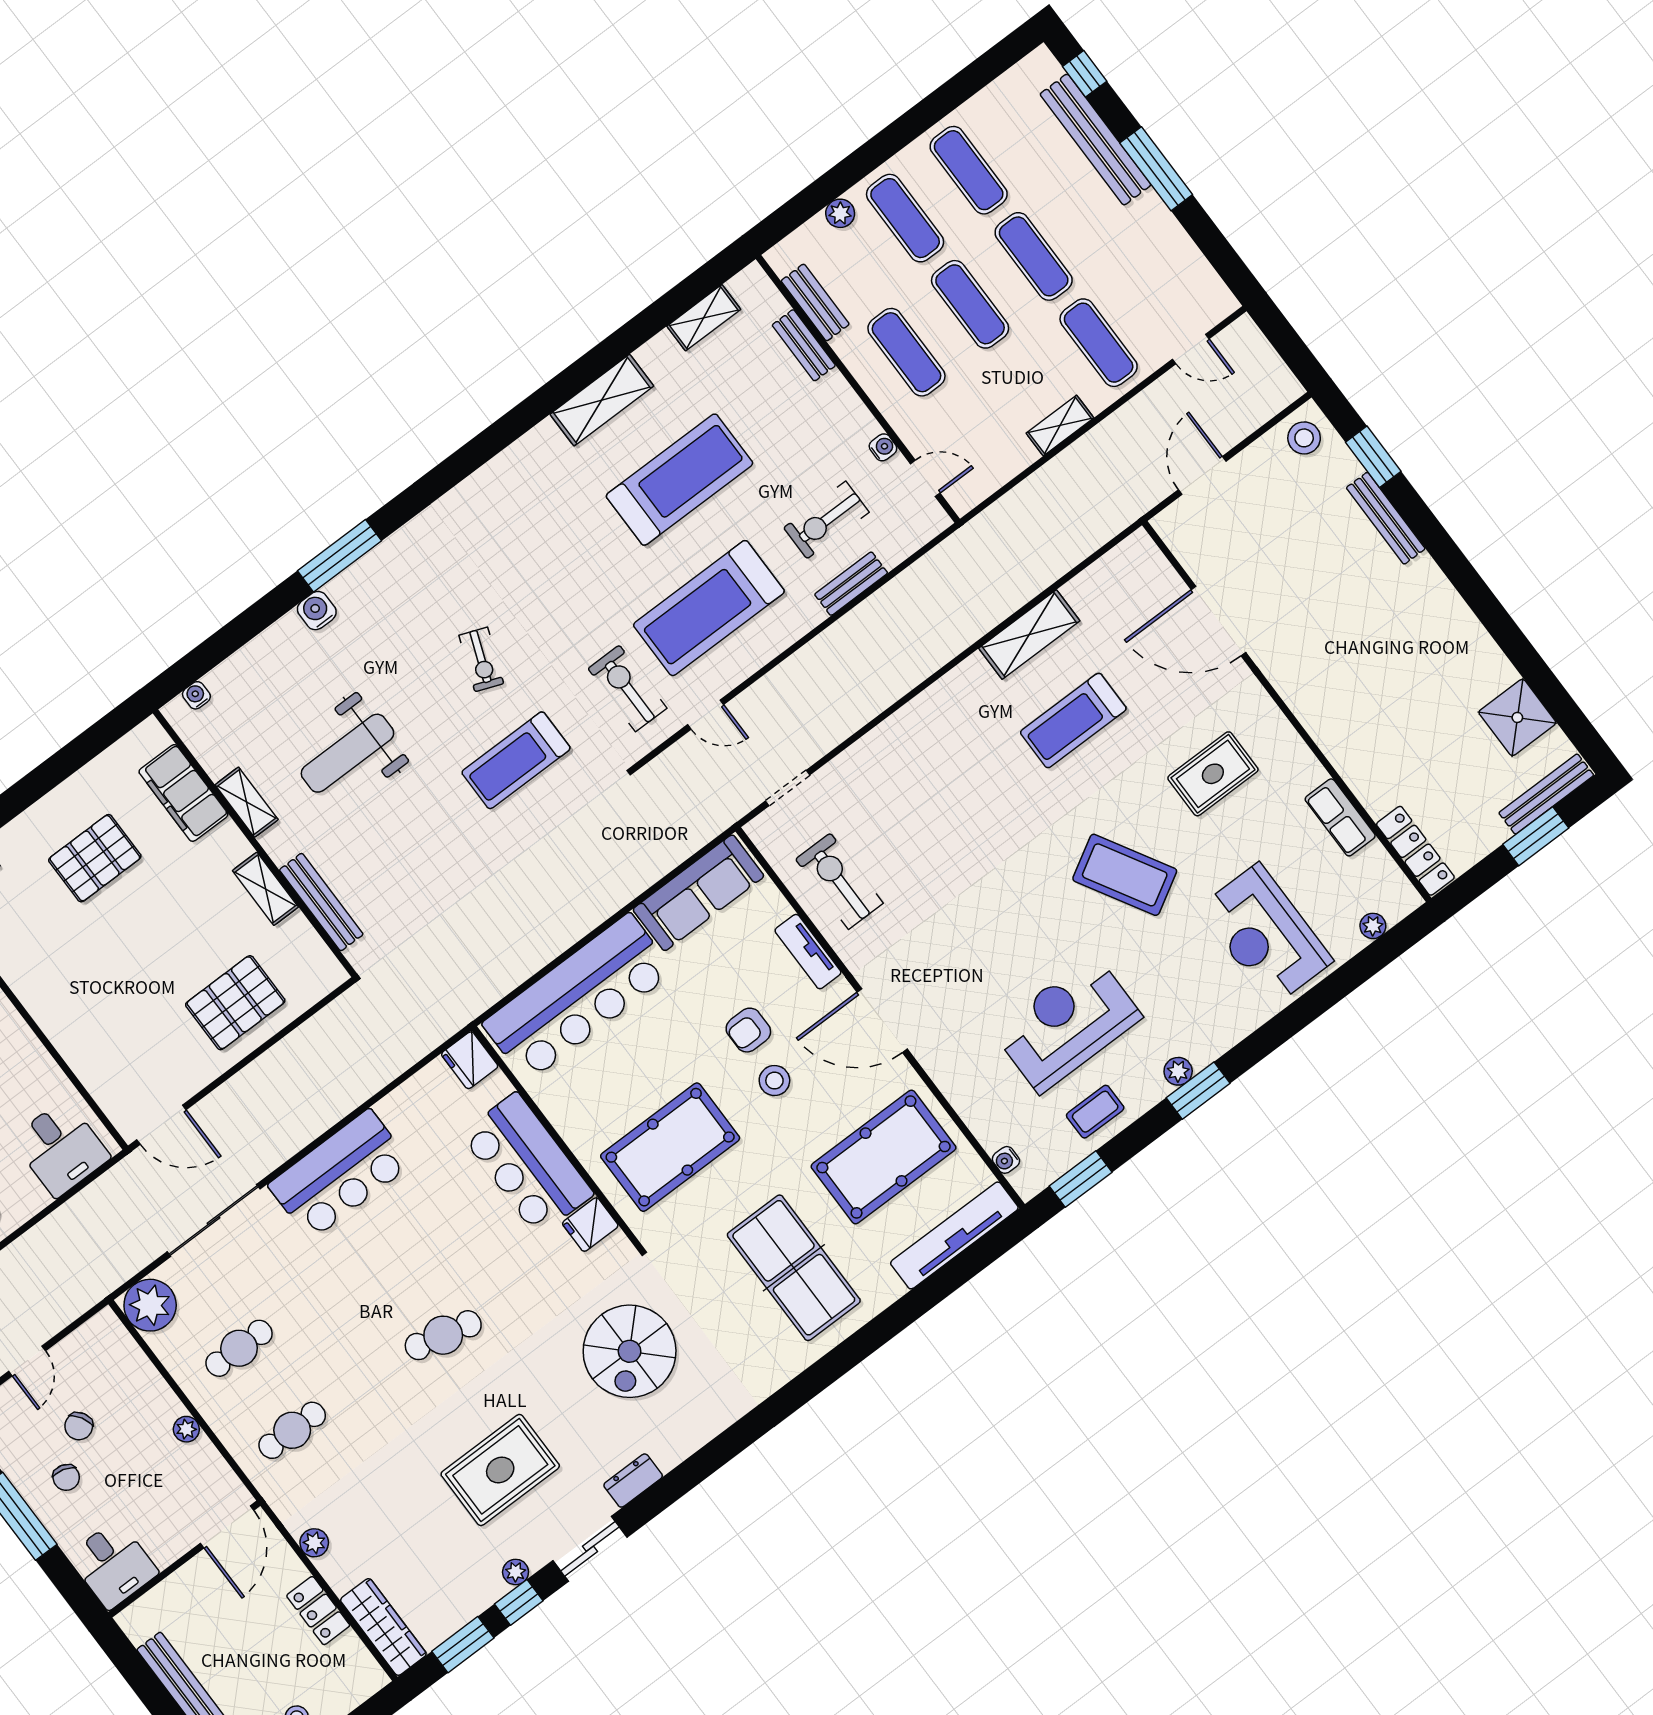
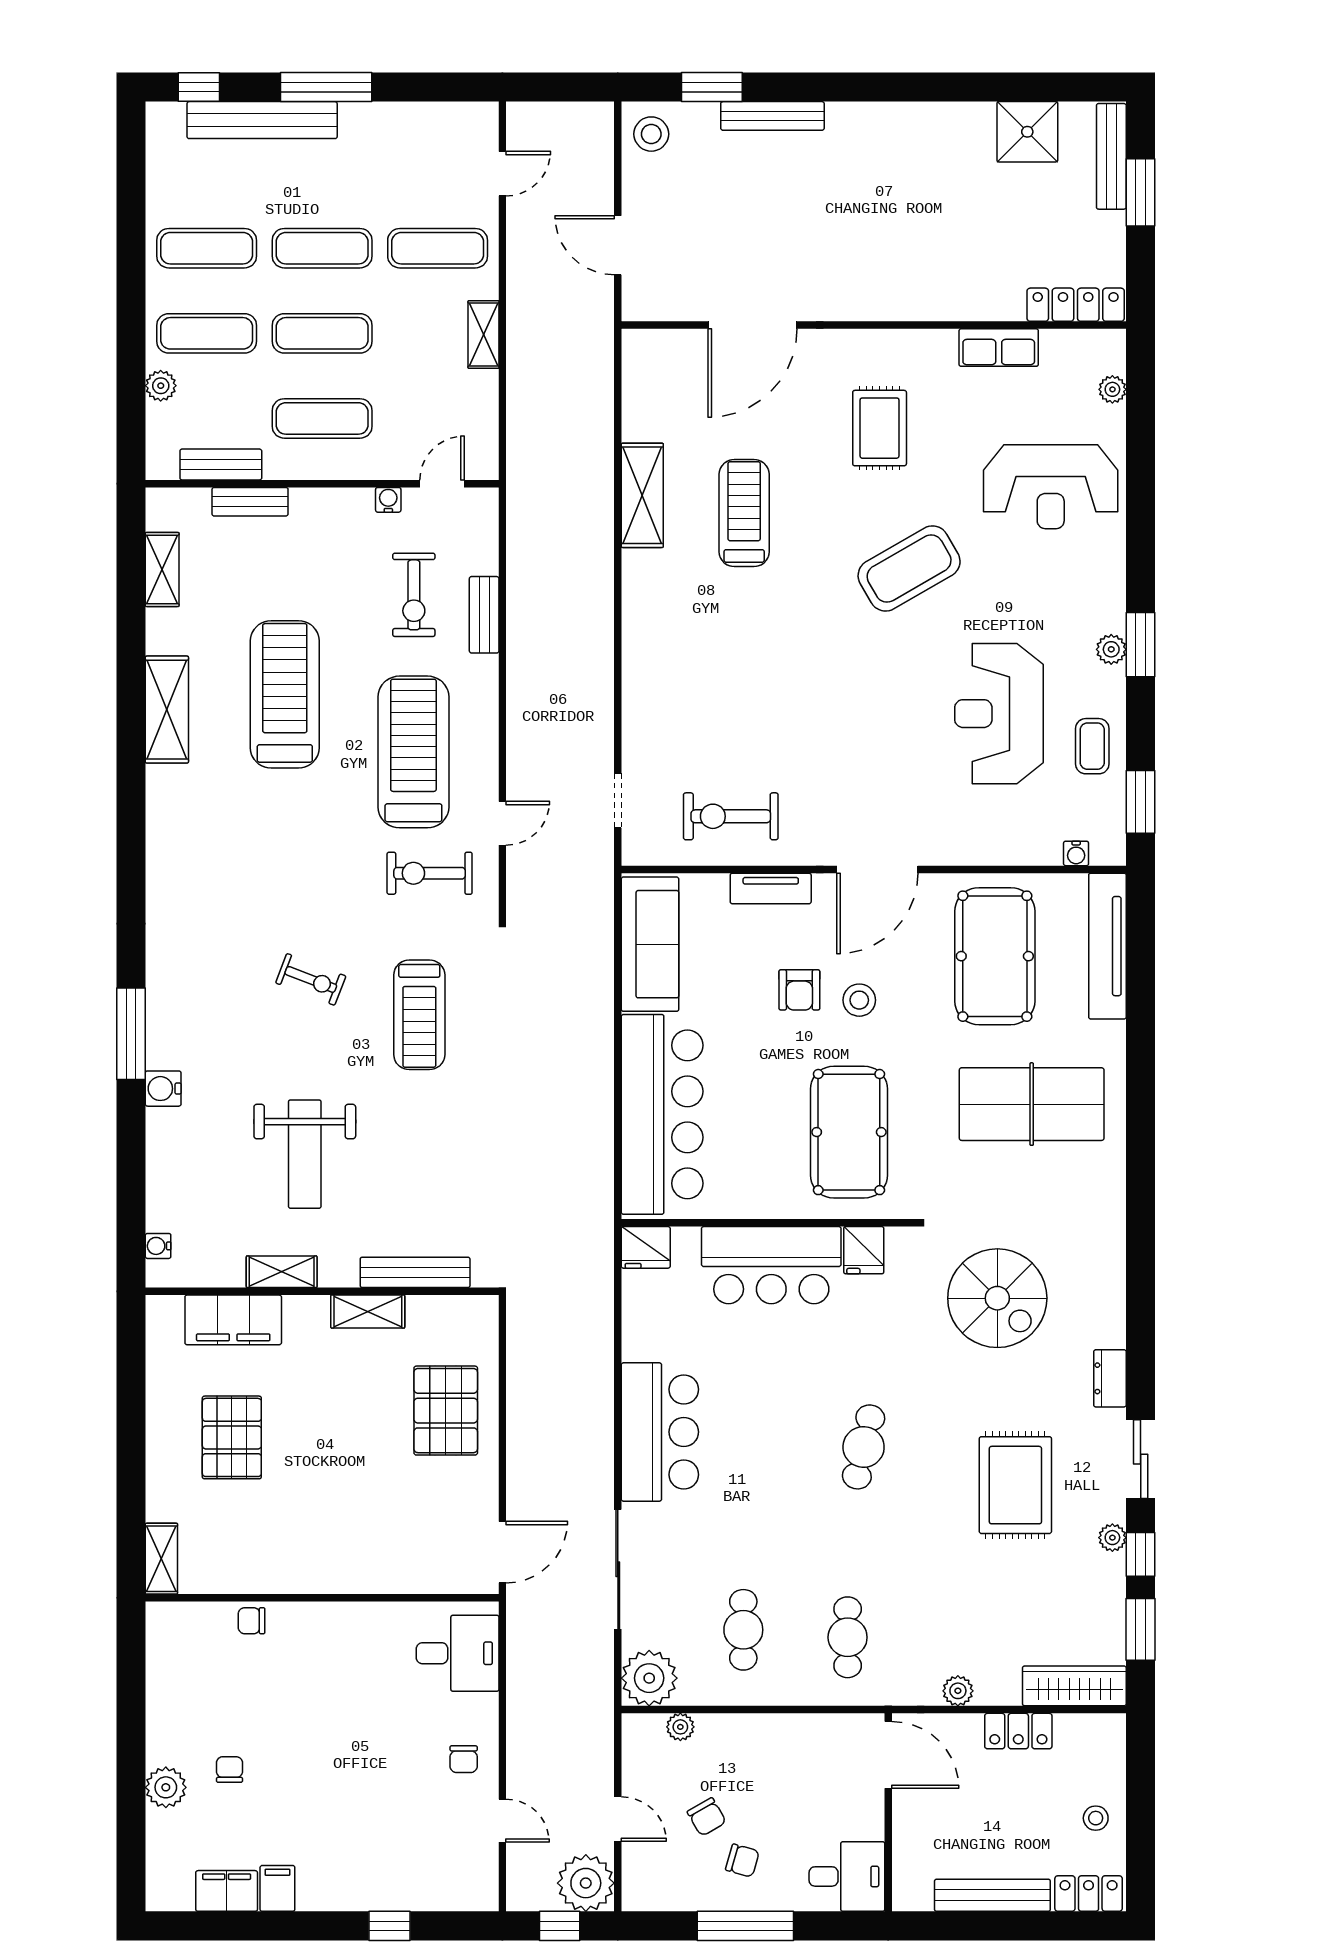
treadmill: (709, 608) -> (413, 752), turned 180
treadmill: (1073, 721) -> (744, 513), turned 180
plant: (186, 1429) -> (680, 1727), moved

